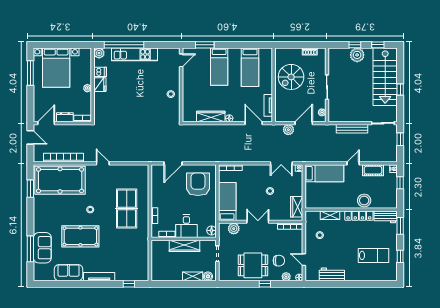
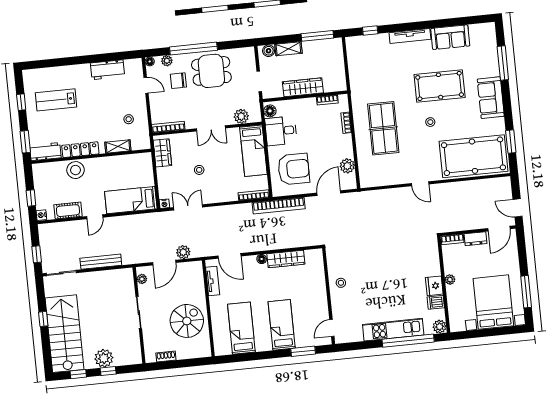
bookcase: (64, 158) -> (279, 206), moved
plant: (157, 183) -> (347, 166), added
armchair: (198, 184) -> (294, 169), turned -90
desk: (186, 226) -> (281, 131), moved, turned -90
sofa: (42, 248) -> (491, 98), moved
window: (170, 284) -> (317, 36), added
window: (265, 284) -> (193, 49), width x3.17

